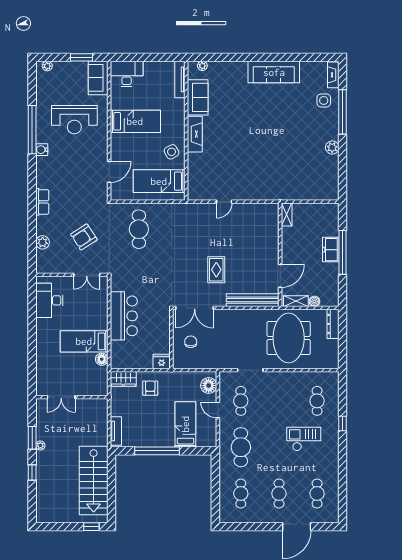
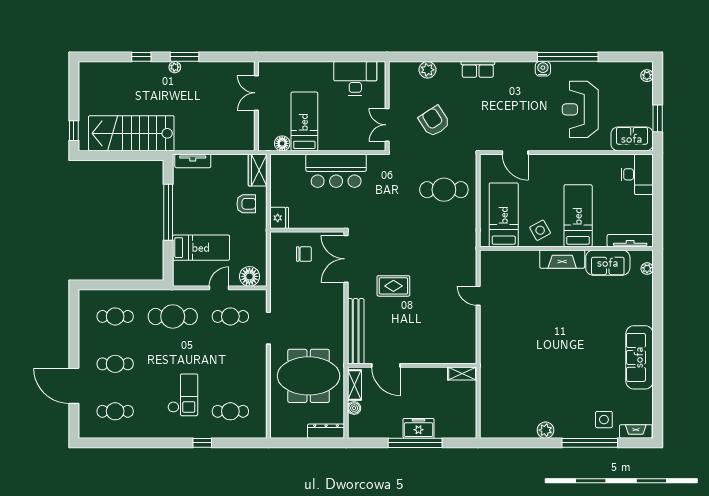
bed: (135, 121) -> (578, 216), moved, turned 180
double door: (61, 397) -> (256, 93), moved
wall: (72, 397) -> (256, 106), moved

